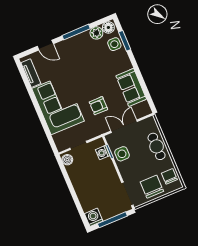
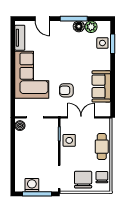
floor lamp: (108, 27) -> (79, 26), moved
washing machine: (103, 153) -> (53, 132), removed
washing machine: (94, 217) -> (32, 185), moved

